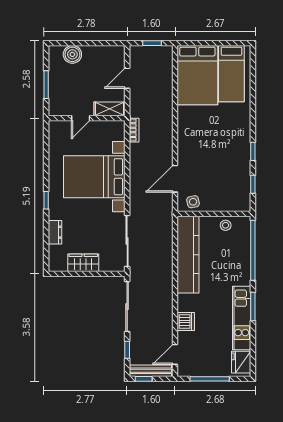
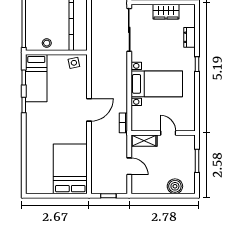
bed: (231, 74) -> (36, 78), moved, turned 180
door: (127, 78) -> (129, 166), hinge flipped
door: (81, 118) -> (168, 133), hinge flipped
bed with nightstands: (94, 177) -> (157, 84), width x0.73
door: (175, 179) -> (89, 110), moved

